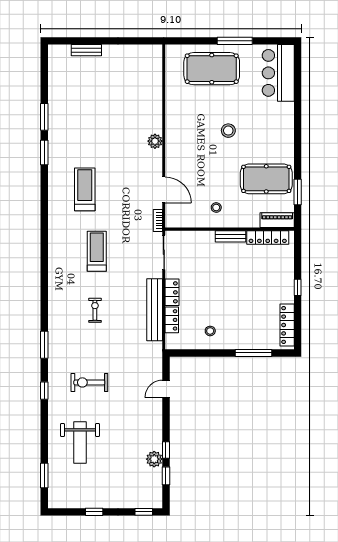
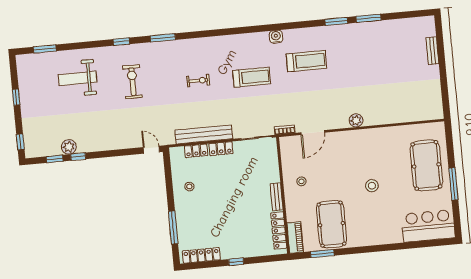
water cooler: (55, 220) -> (276, 37), added
door: (166, 389) -> (151, 150), moved

